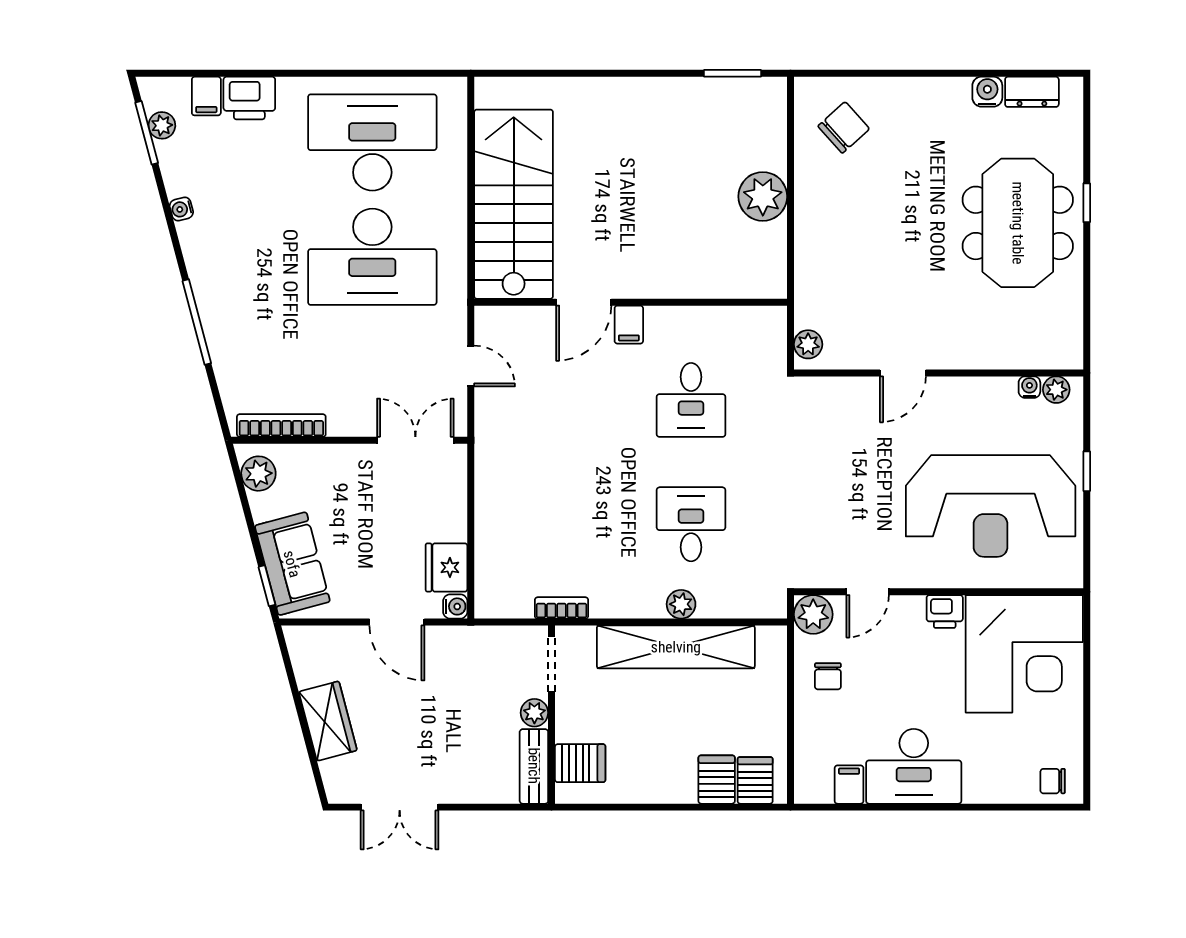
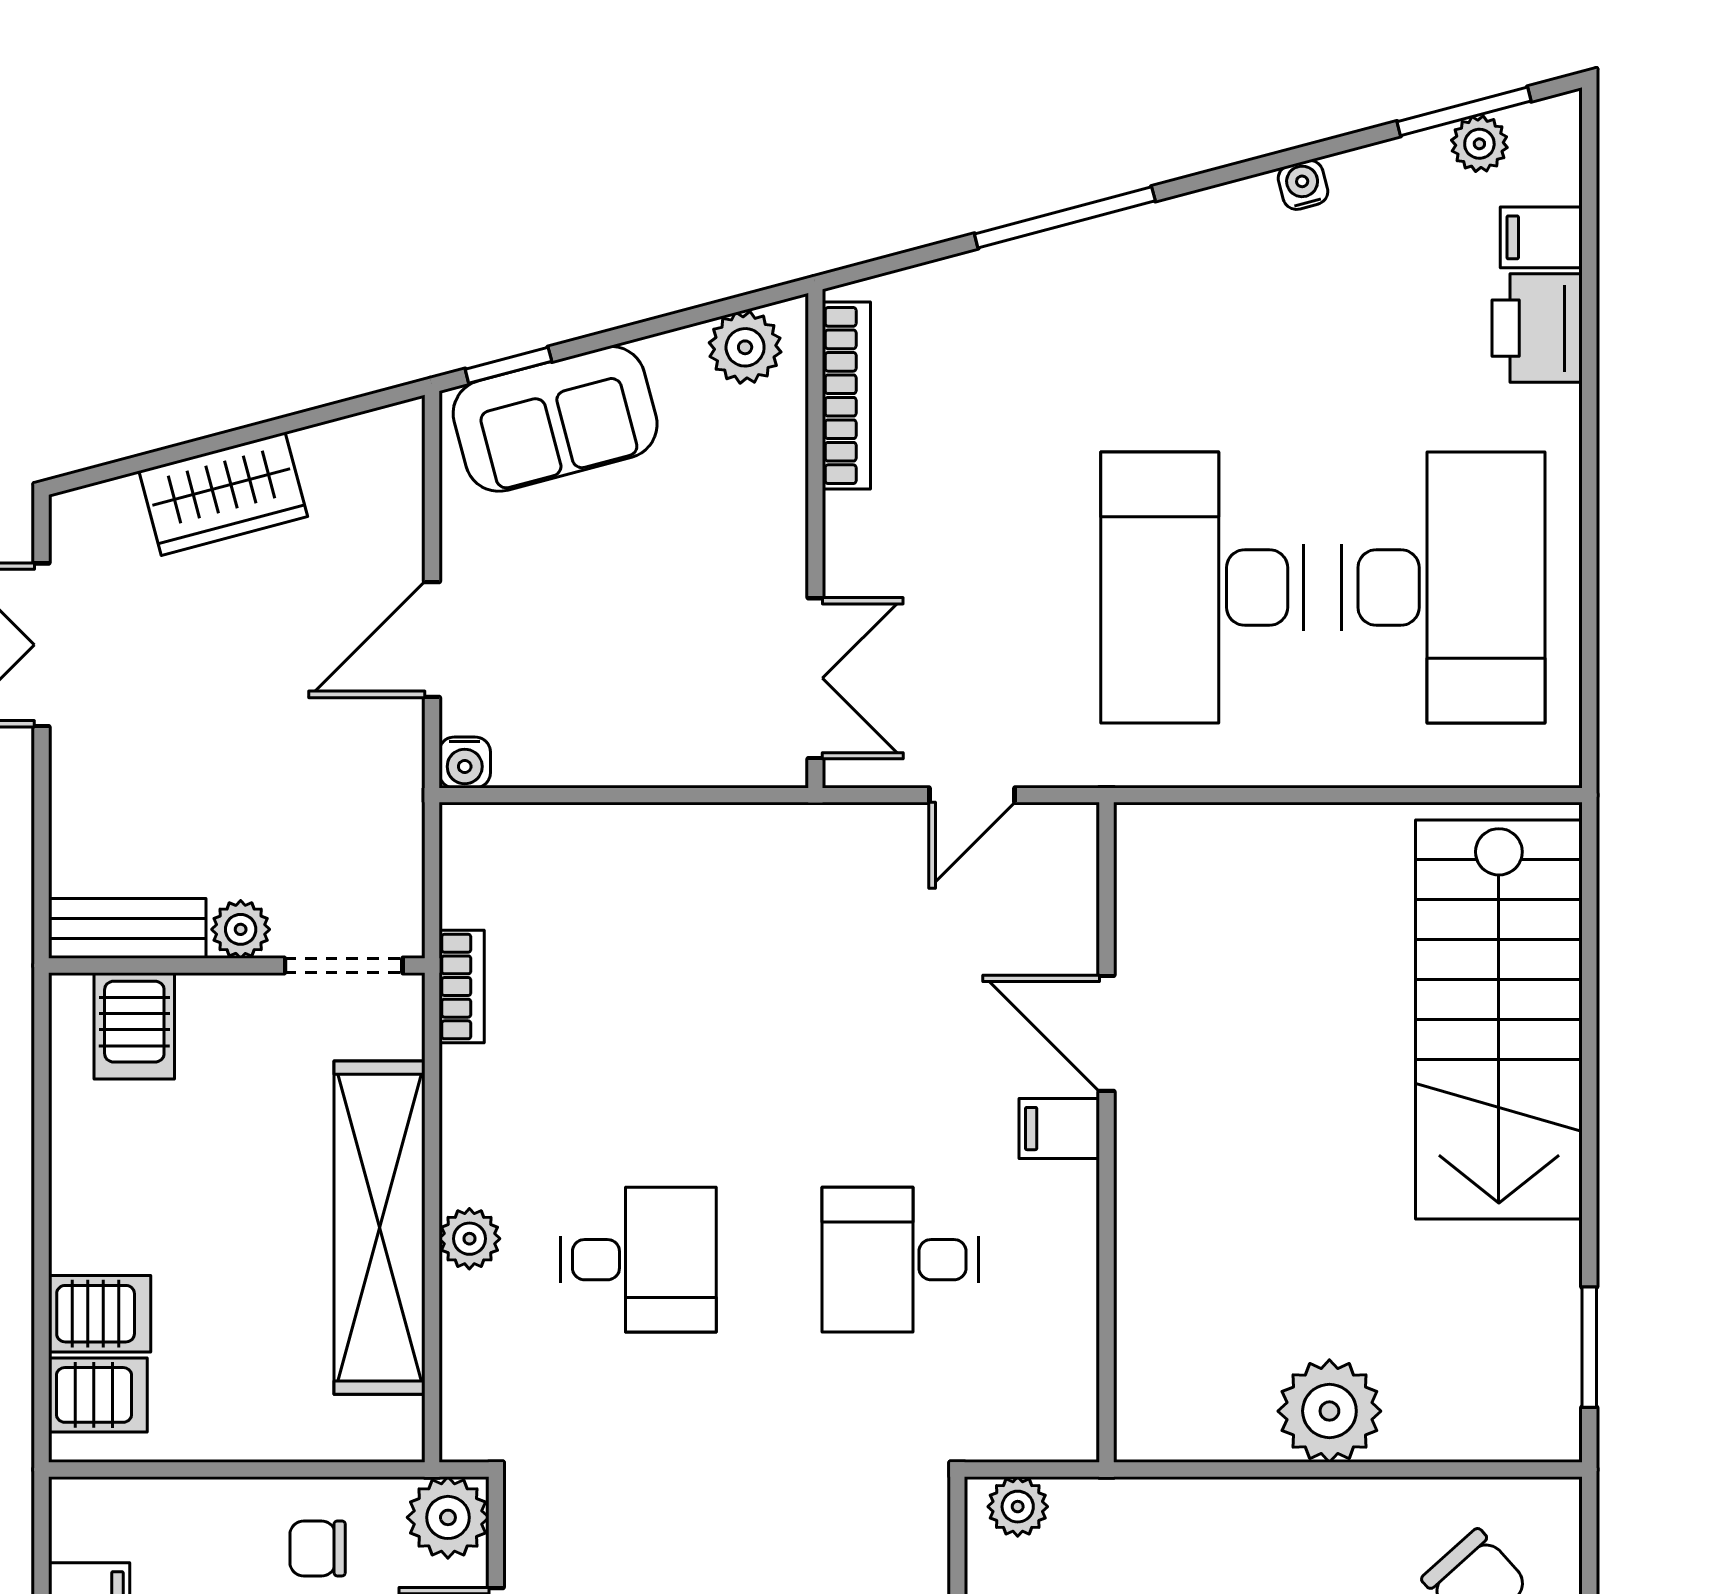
stairs: (514, 204) -> (1499, 1020), moved, turned 90
fridge: (447, 567) -> (547, 744), removed

